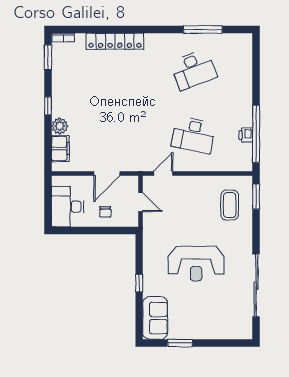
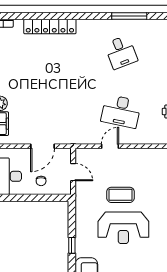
desk: (193, 70) -> (121, 52), width x0.73
door: (163, 173) -> (110, 146), moved
coffee table: (230, 205) -> (121, 195), moved, turned 90

